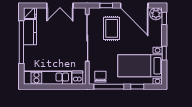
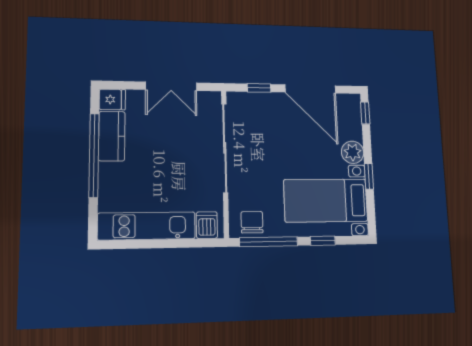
plant: (156, 14) -> (353, 152), moved
rug: (112, 28) -> (270, 130), removed

